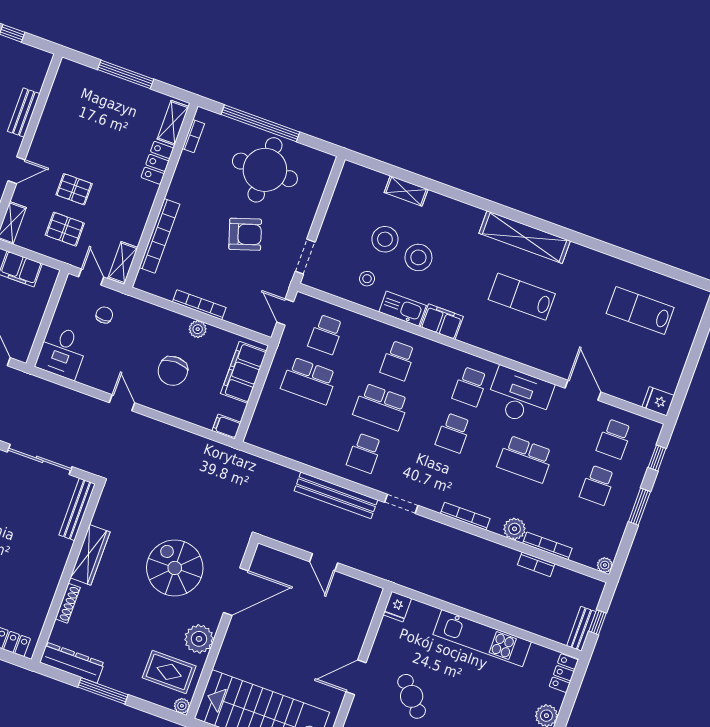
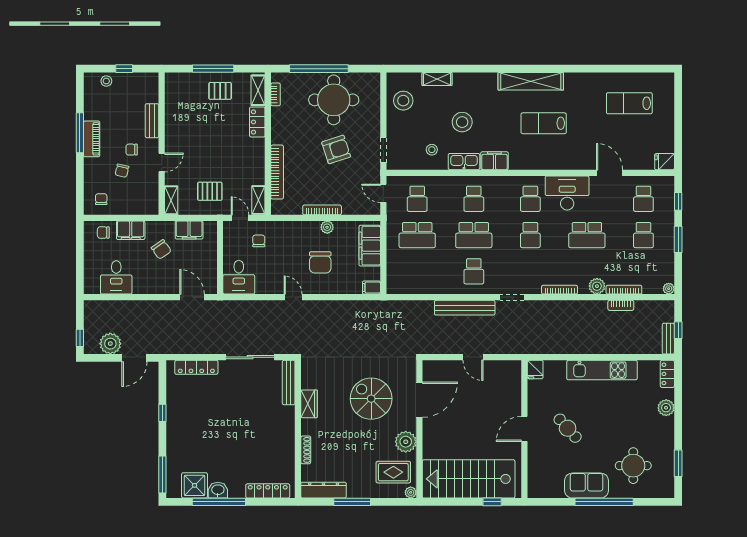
pallet: (74, 189) -> (220, 91), moved
stool: (385, 239) -> (403, 101), moved
wardrobe: (90, 555) -> (309, 404), width x0.67

